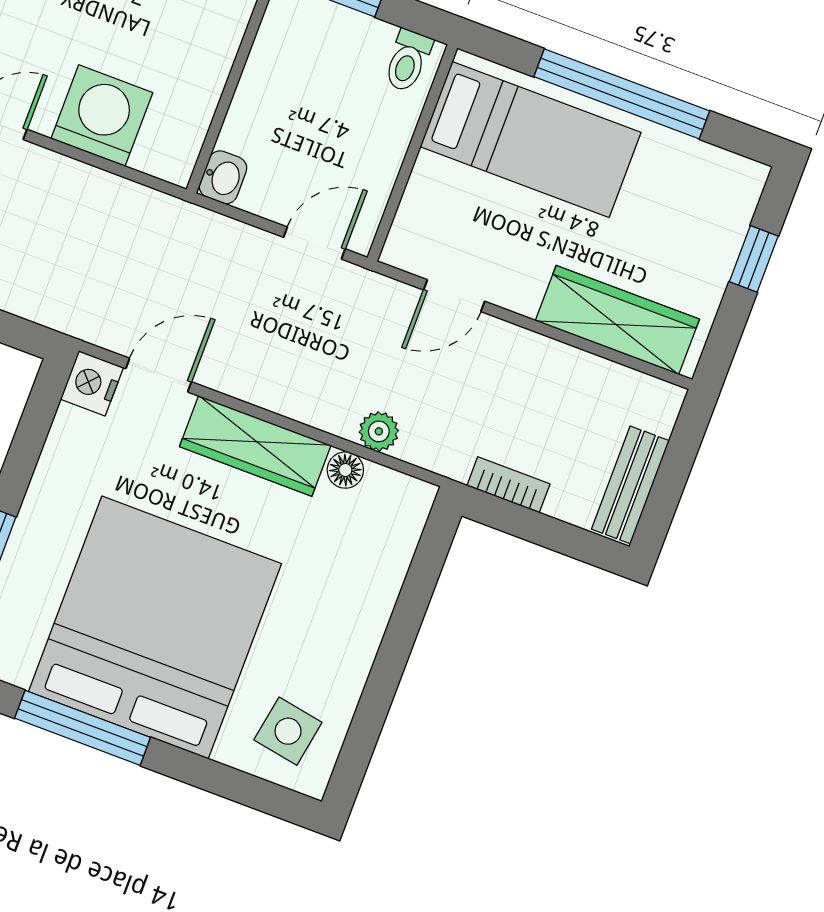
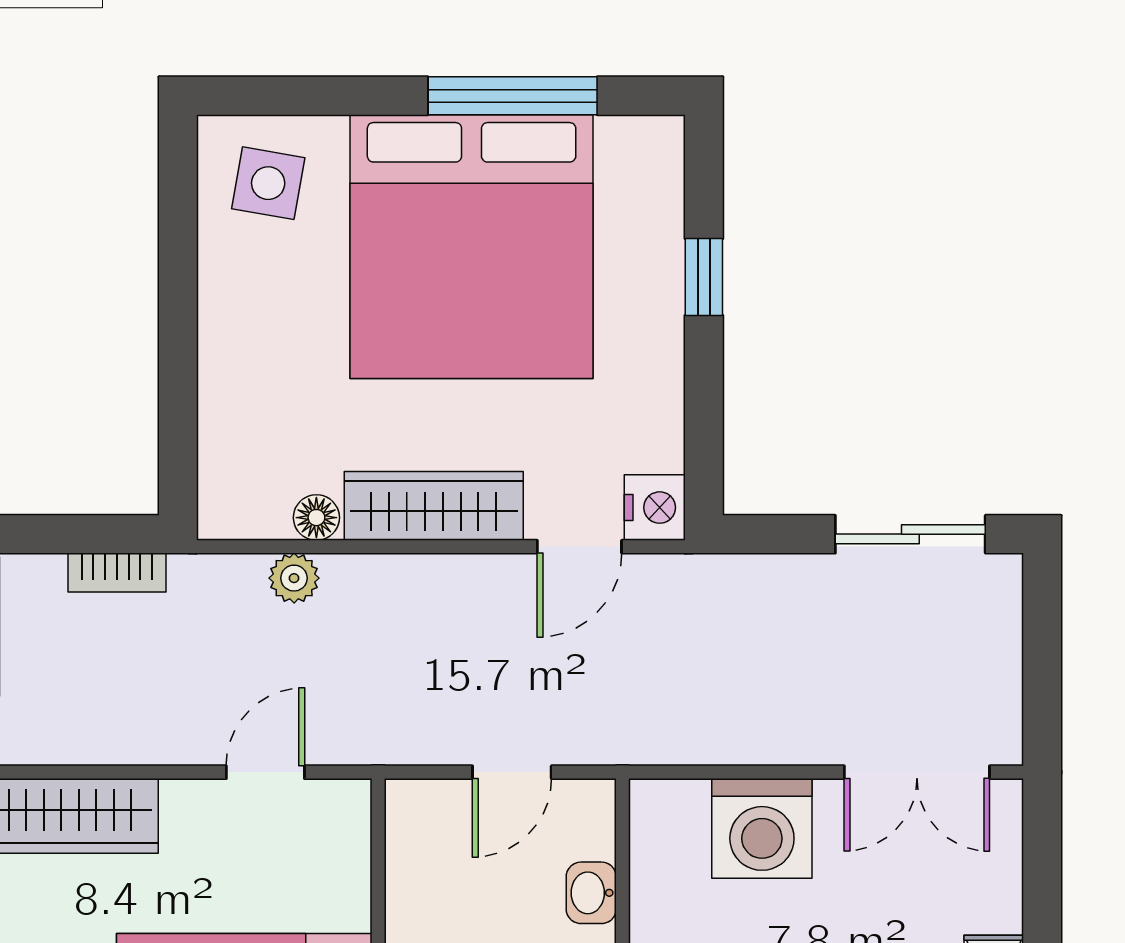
washbasin: (223, 177) -> (591, 893), moved
door: (314, 243) -> (512, 772), moved

